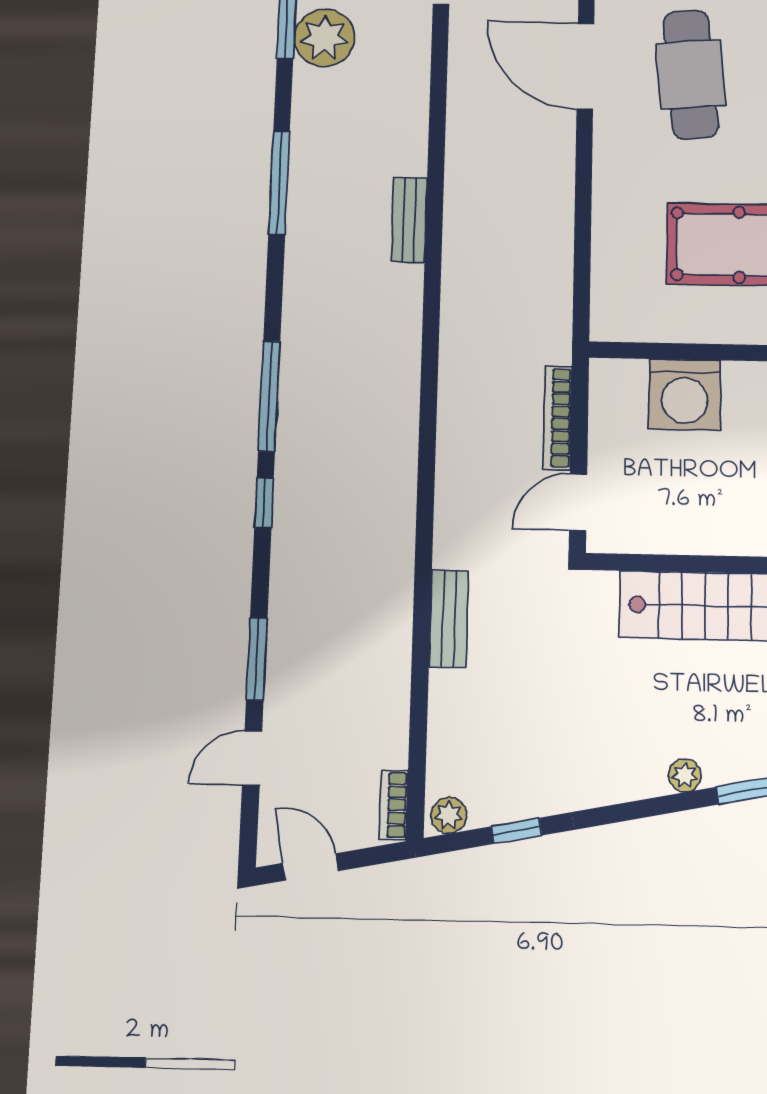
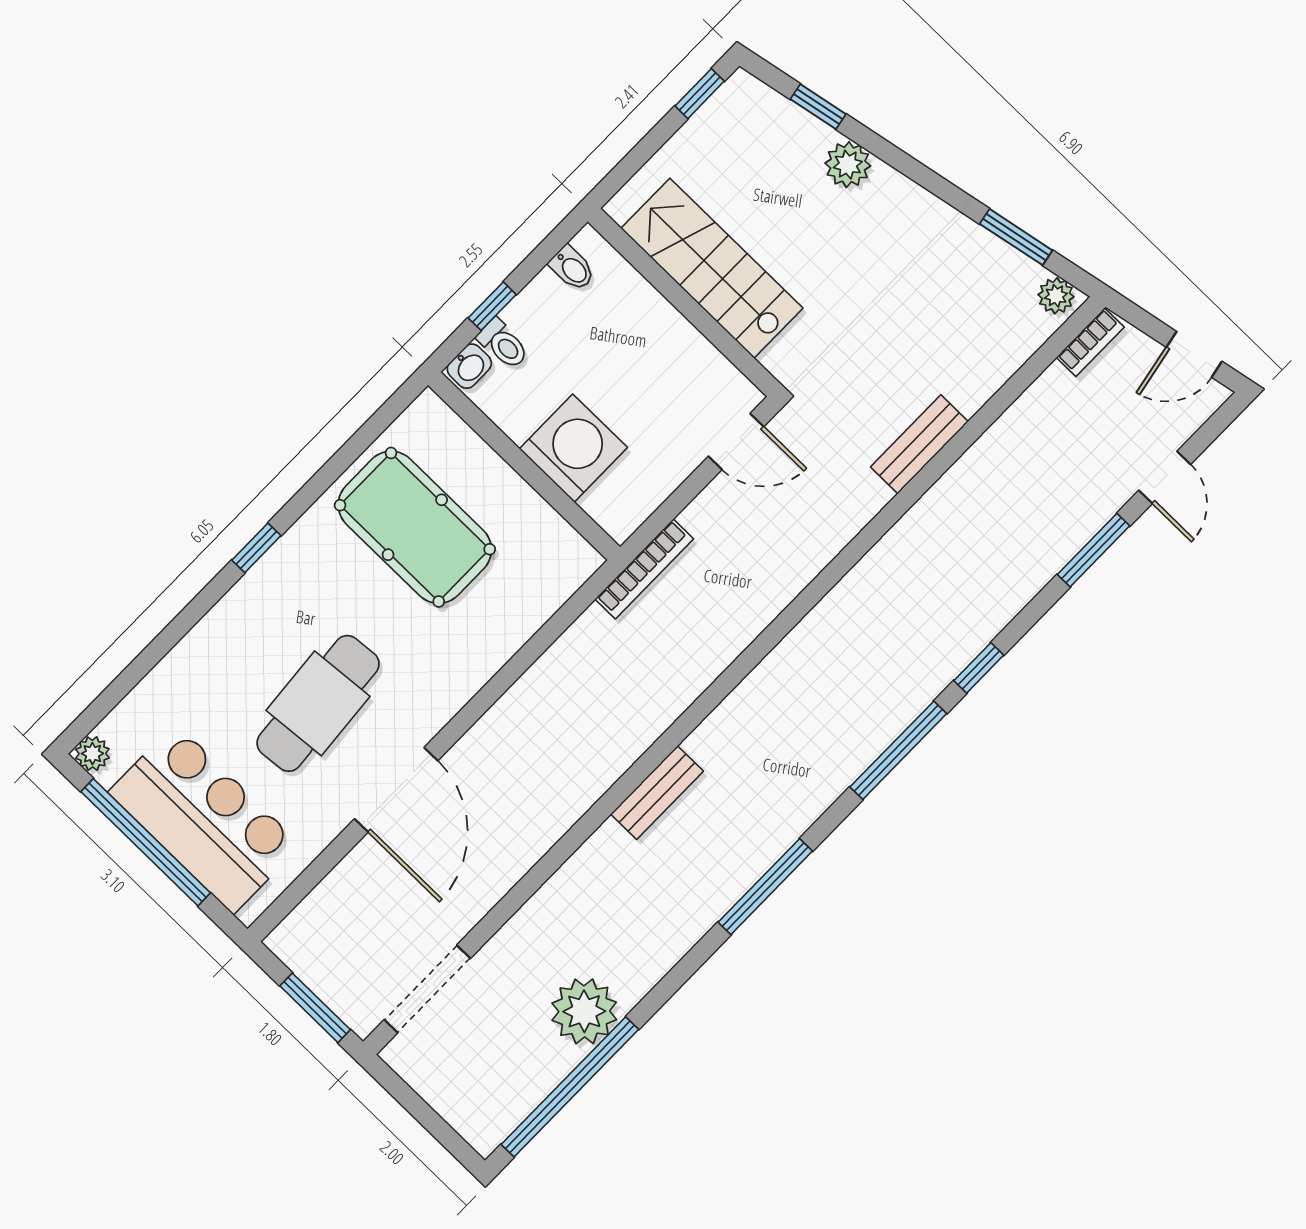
window: (279, 183) -> (765, 887), moved
bookcase: (558, 418) -> (644, 569), moved
door: (252, 758) -> (1165, 477), hinge flipped
plant: (685, 775) -> (848, 165), width x1.38, depth x1.38
window: (516, 831) -> (1016, 237), width x1.50
door: (311, 867) -> (1194, 354), hinge flipped

